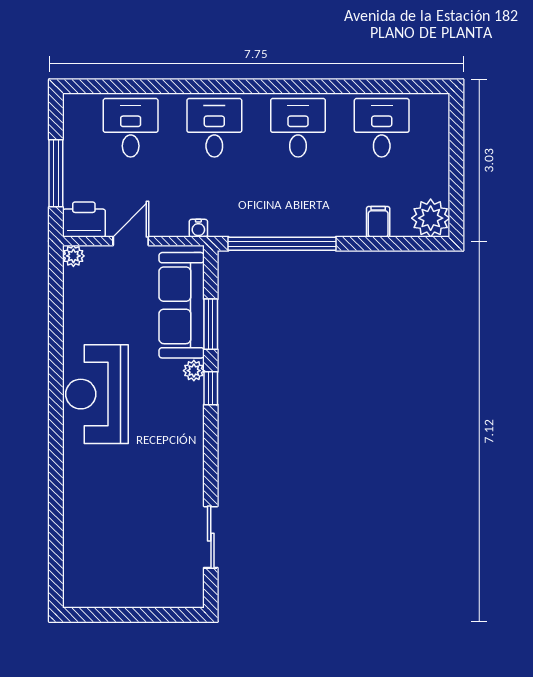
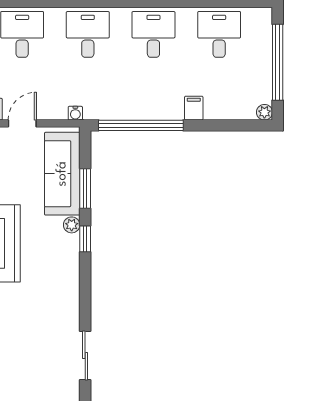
window: (456, 163) -> (278, 62), added
plant: (431, 218) -> (264, 112), width x0.53, depth x0.53
filing cabinet: (378, 222) -> (194, 108), moved

